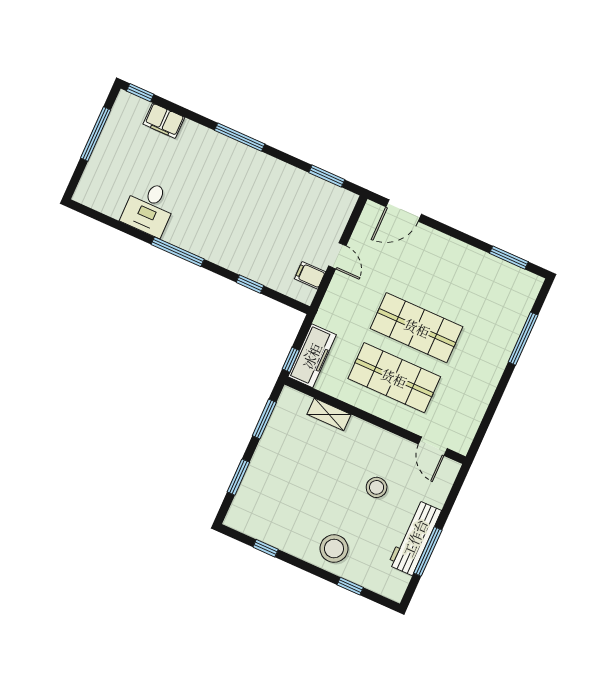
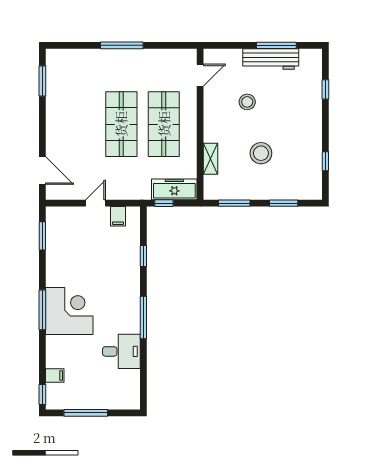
filing cabinet: (164, 121) -> (55, 376), width x0.50
corner desk: (224, 168) -> (69, 311), added
window: (523, 339) -> (122, 45), moved
window: (291, 360) -> (164, 203), moved
stool: (334, 549) -> (261, 153), moved

